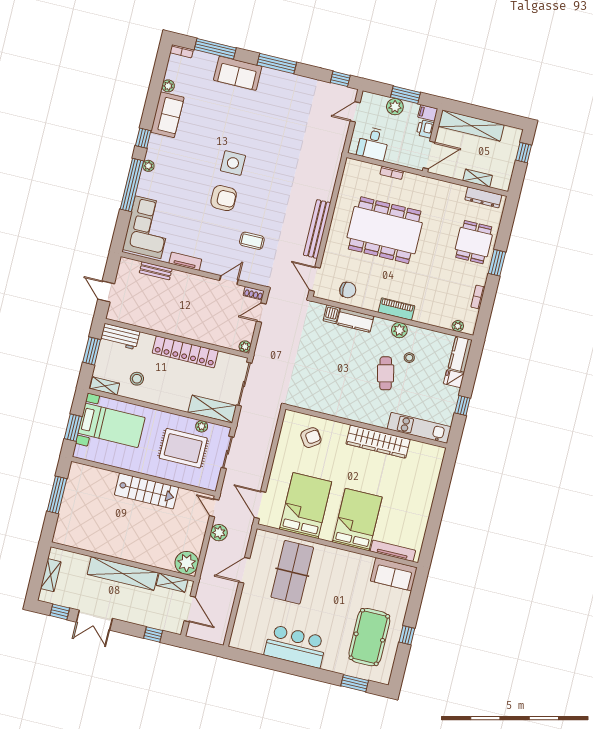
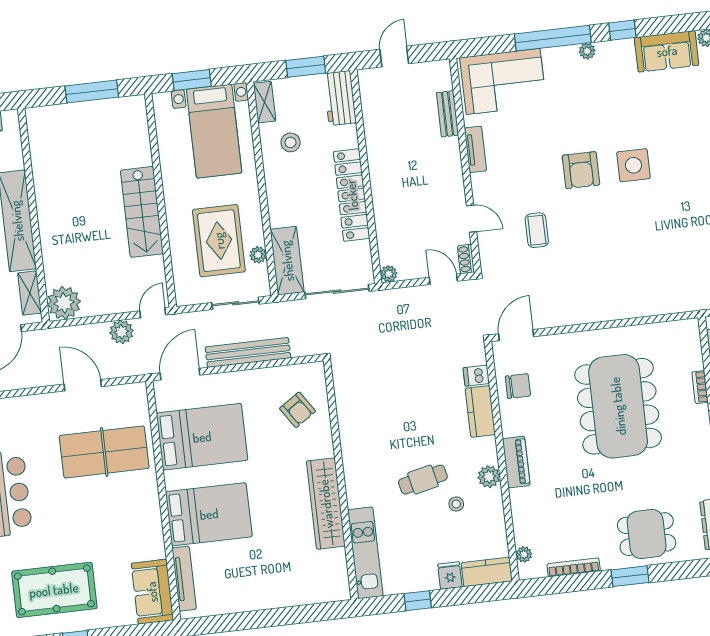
bench: (317, 229) -> (248, 352), moved
chair: (348, 290) -> (518, 386), turned -90
bookcase: (478, 297) -> (574, 567), width x1.56

